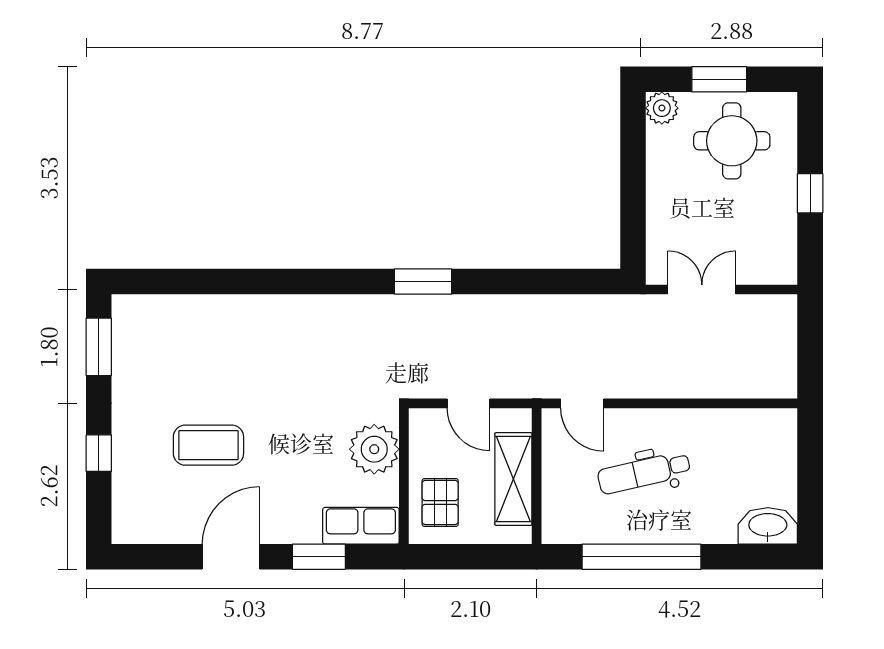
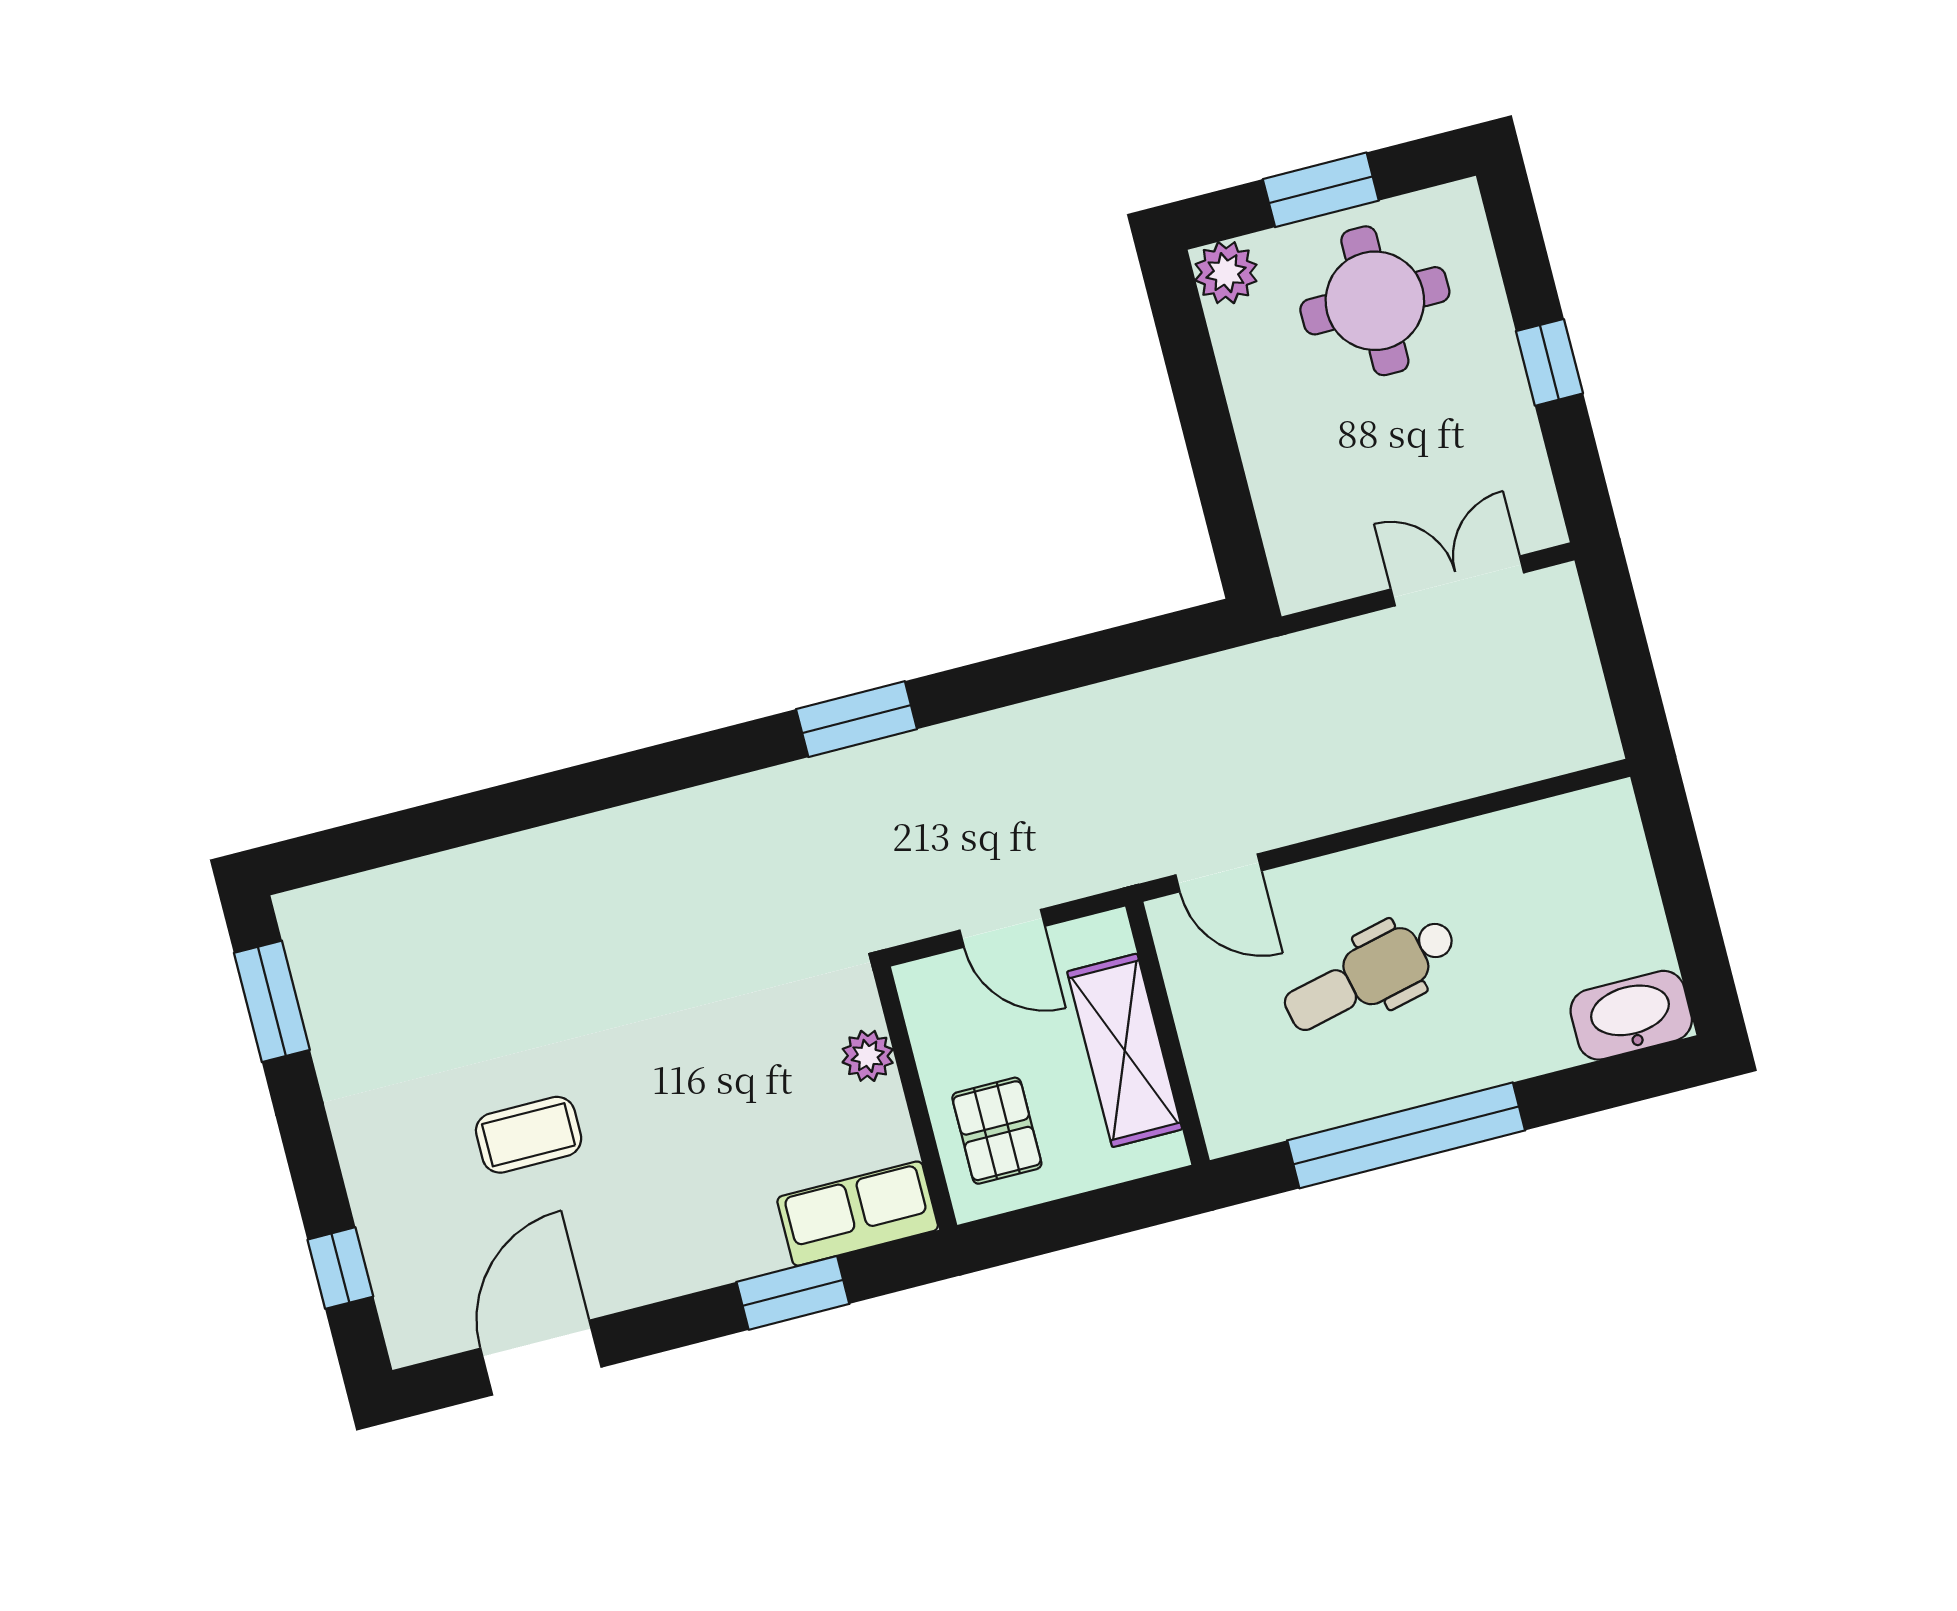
double door: (702, 290) -> (1457, 581), moved
coffee table: (208, 445) -> (529, 1135), width x0.73, depth x0.77
plant: (374, 449) -> (868, 1056), width x0.53, depth x0.53
window: (99, 453) -> (340, 1268), moved
door: (231, 557) -> (541, 1358), moved

